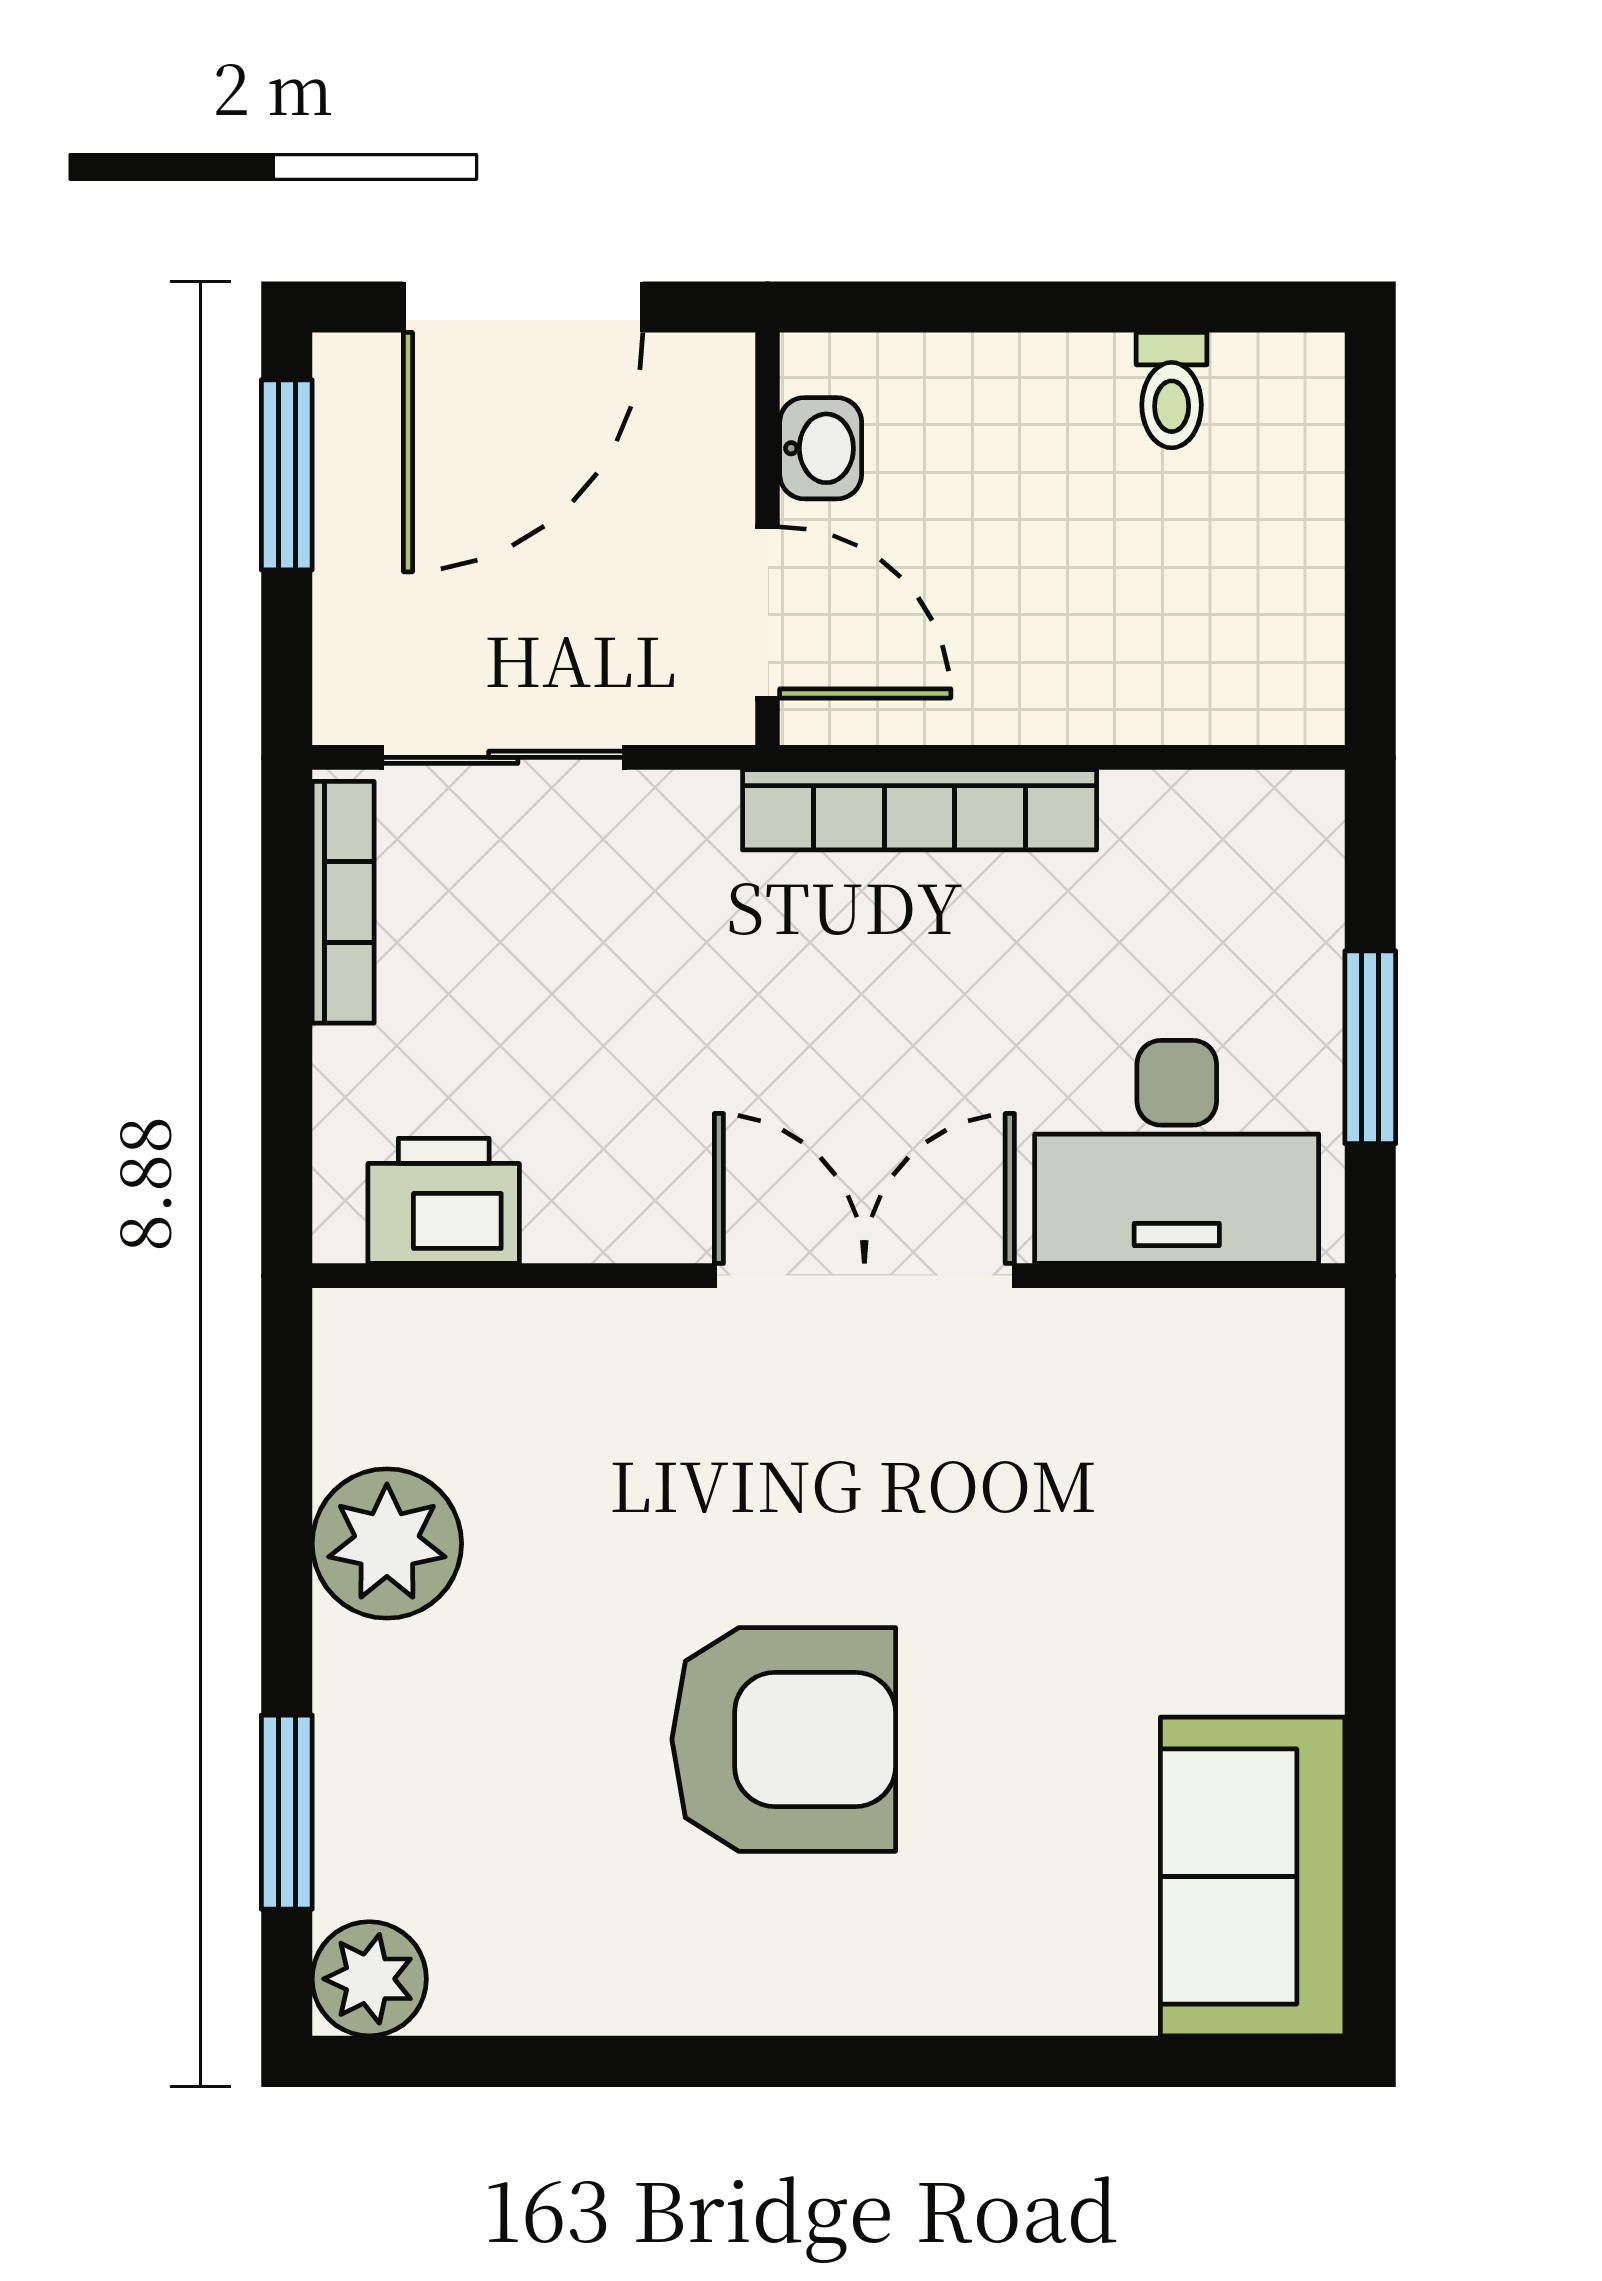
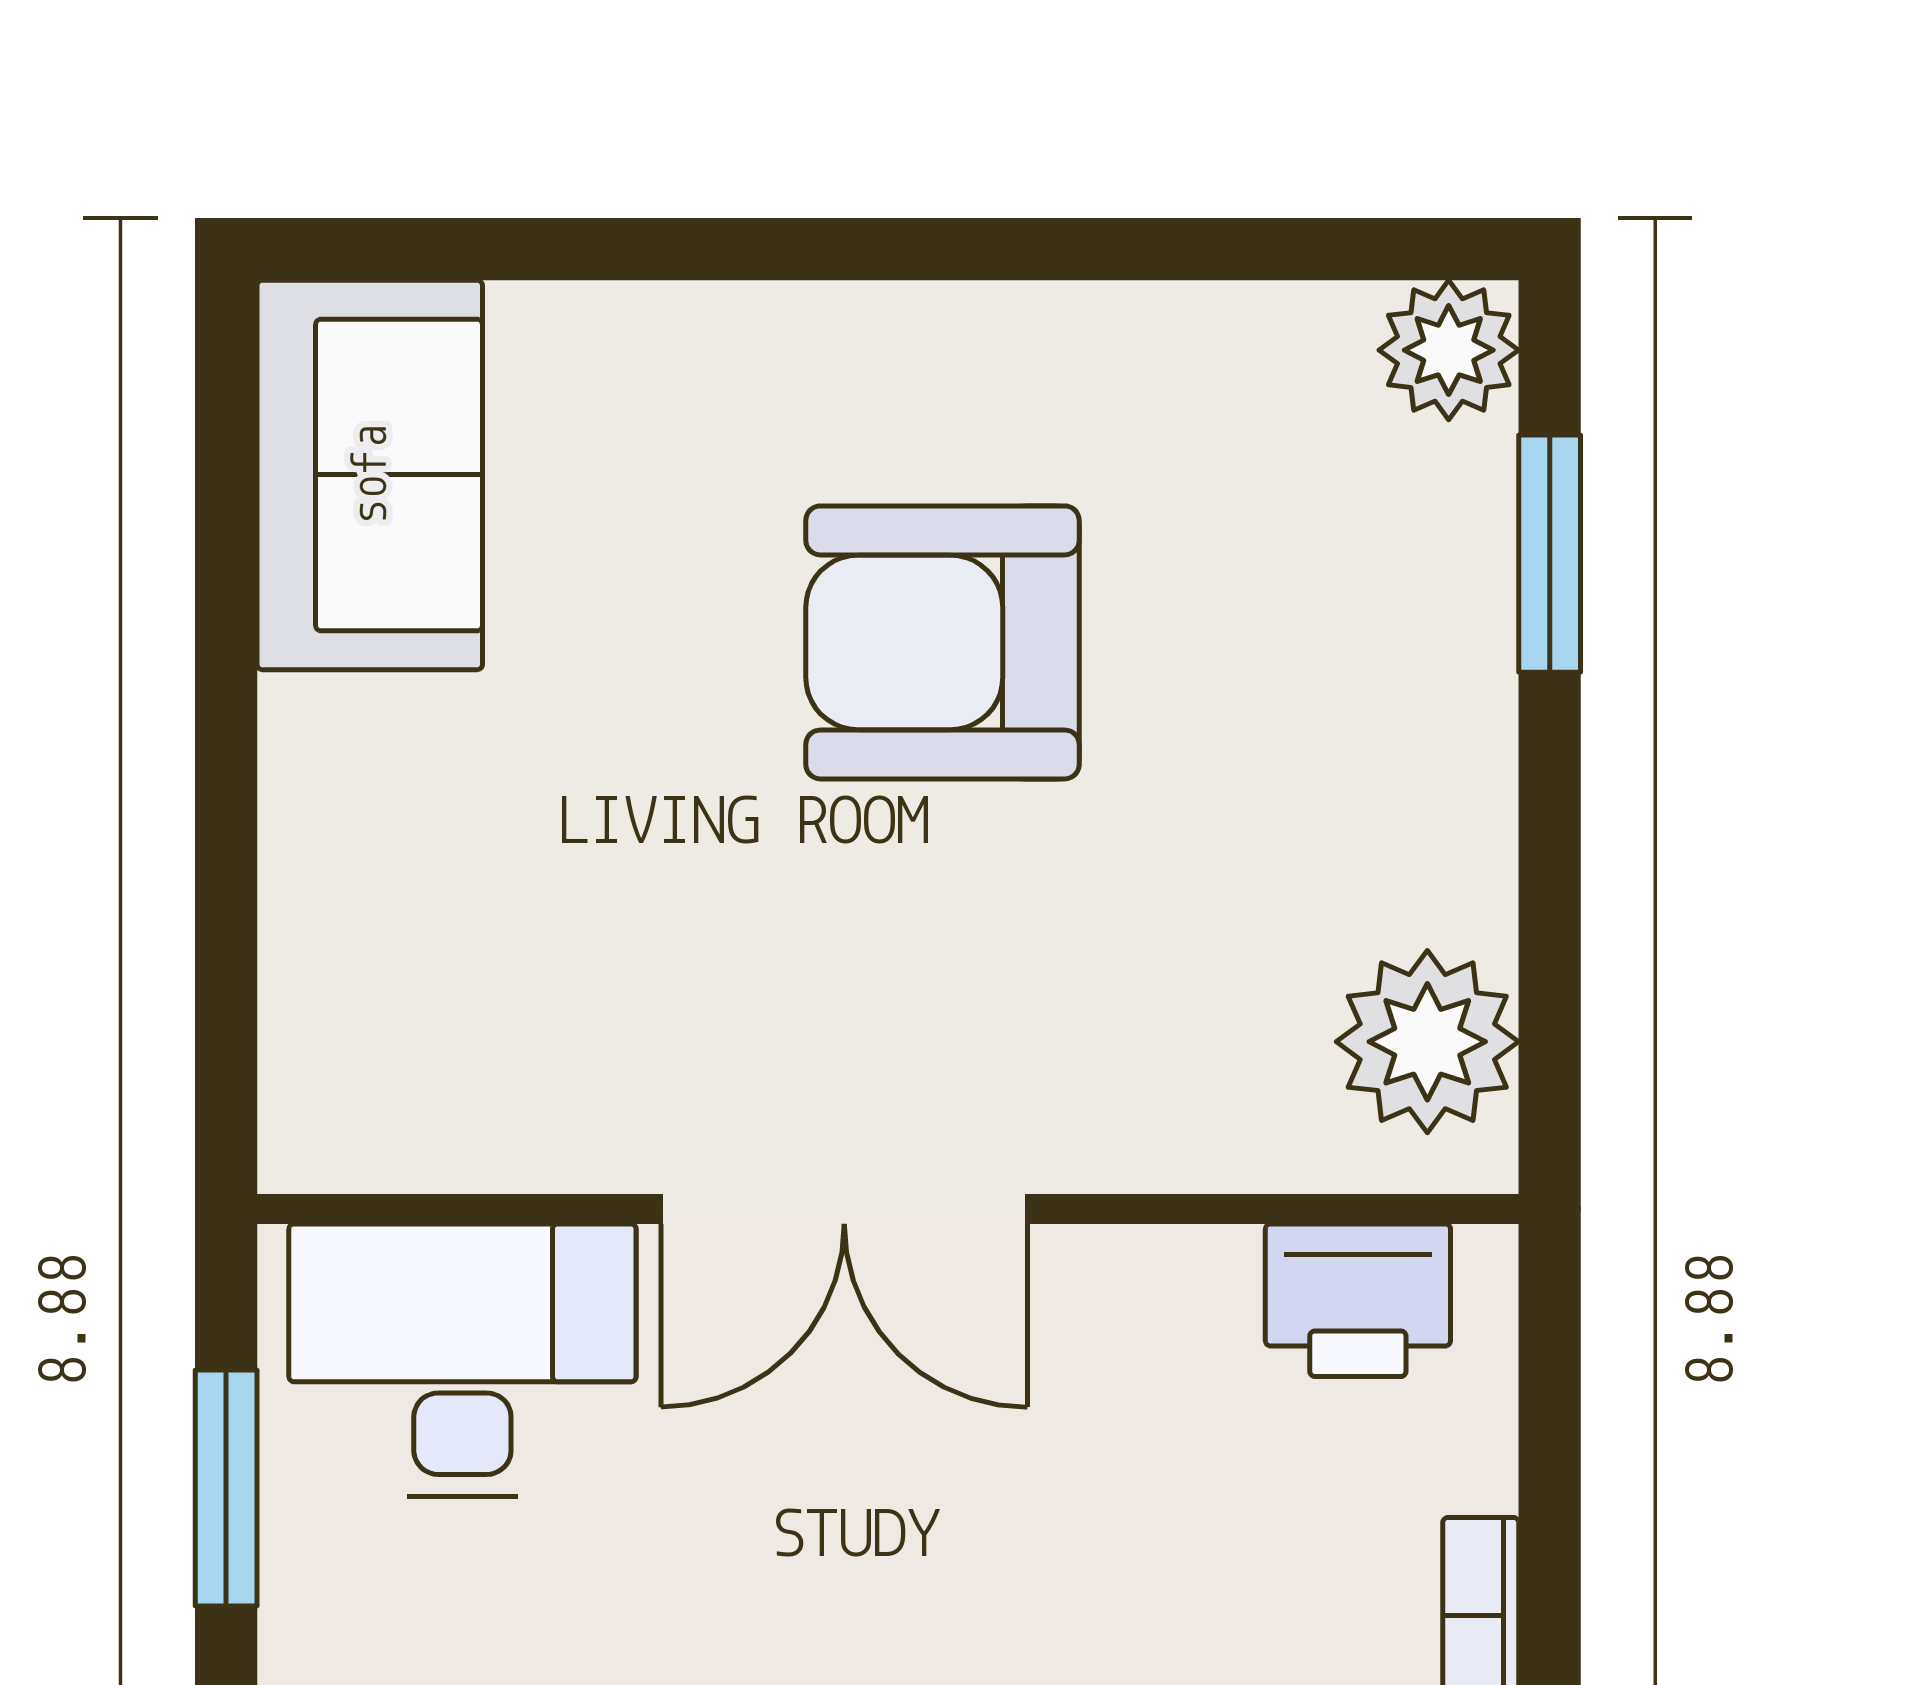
plant: (387, 1543) -> (1427, 1042), moved

